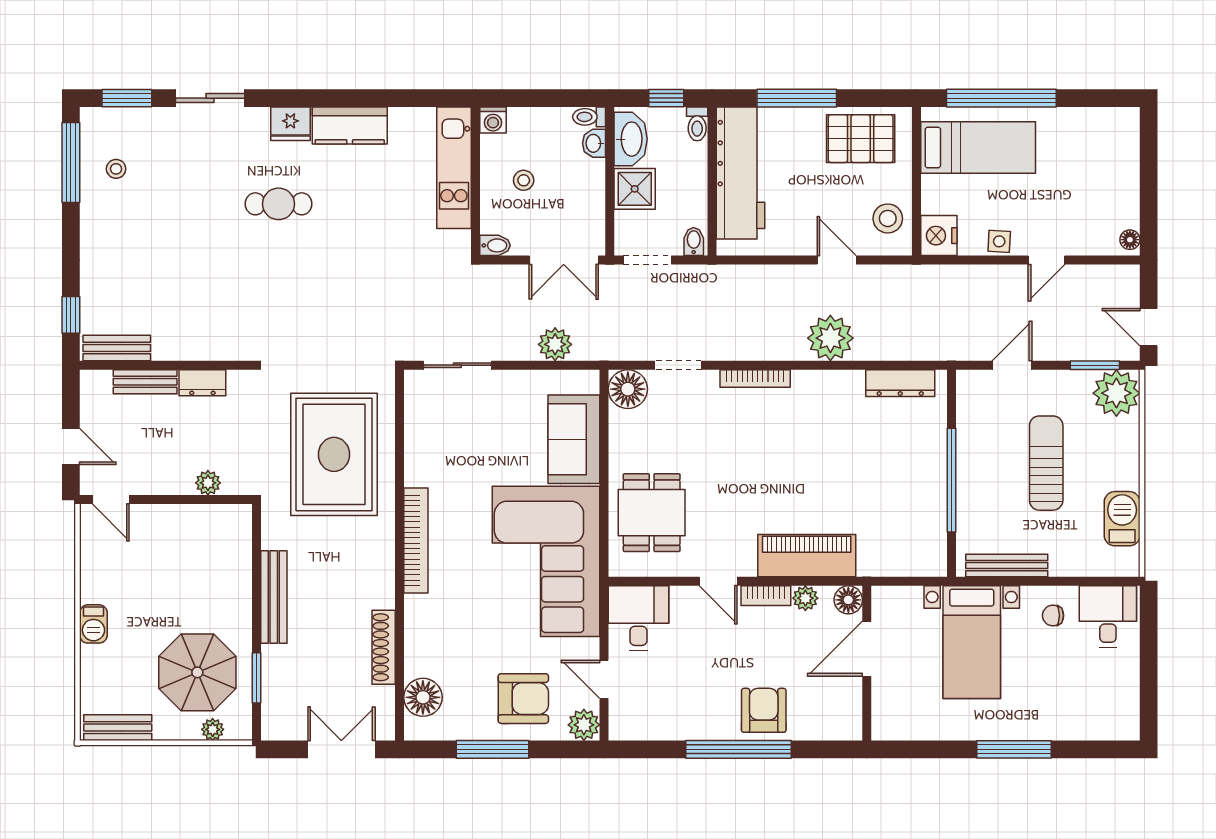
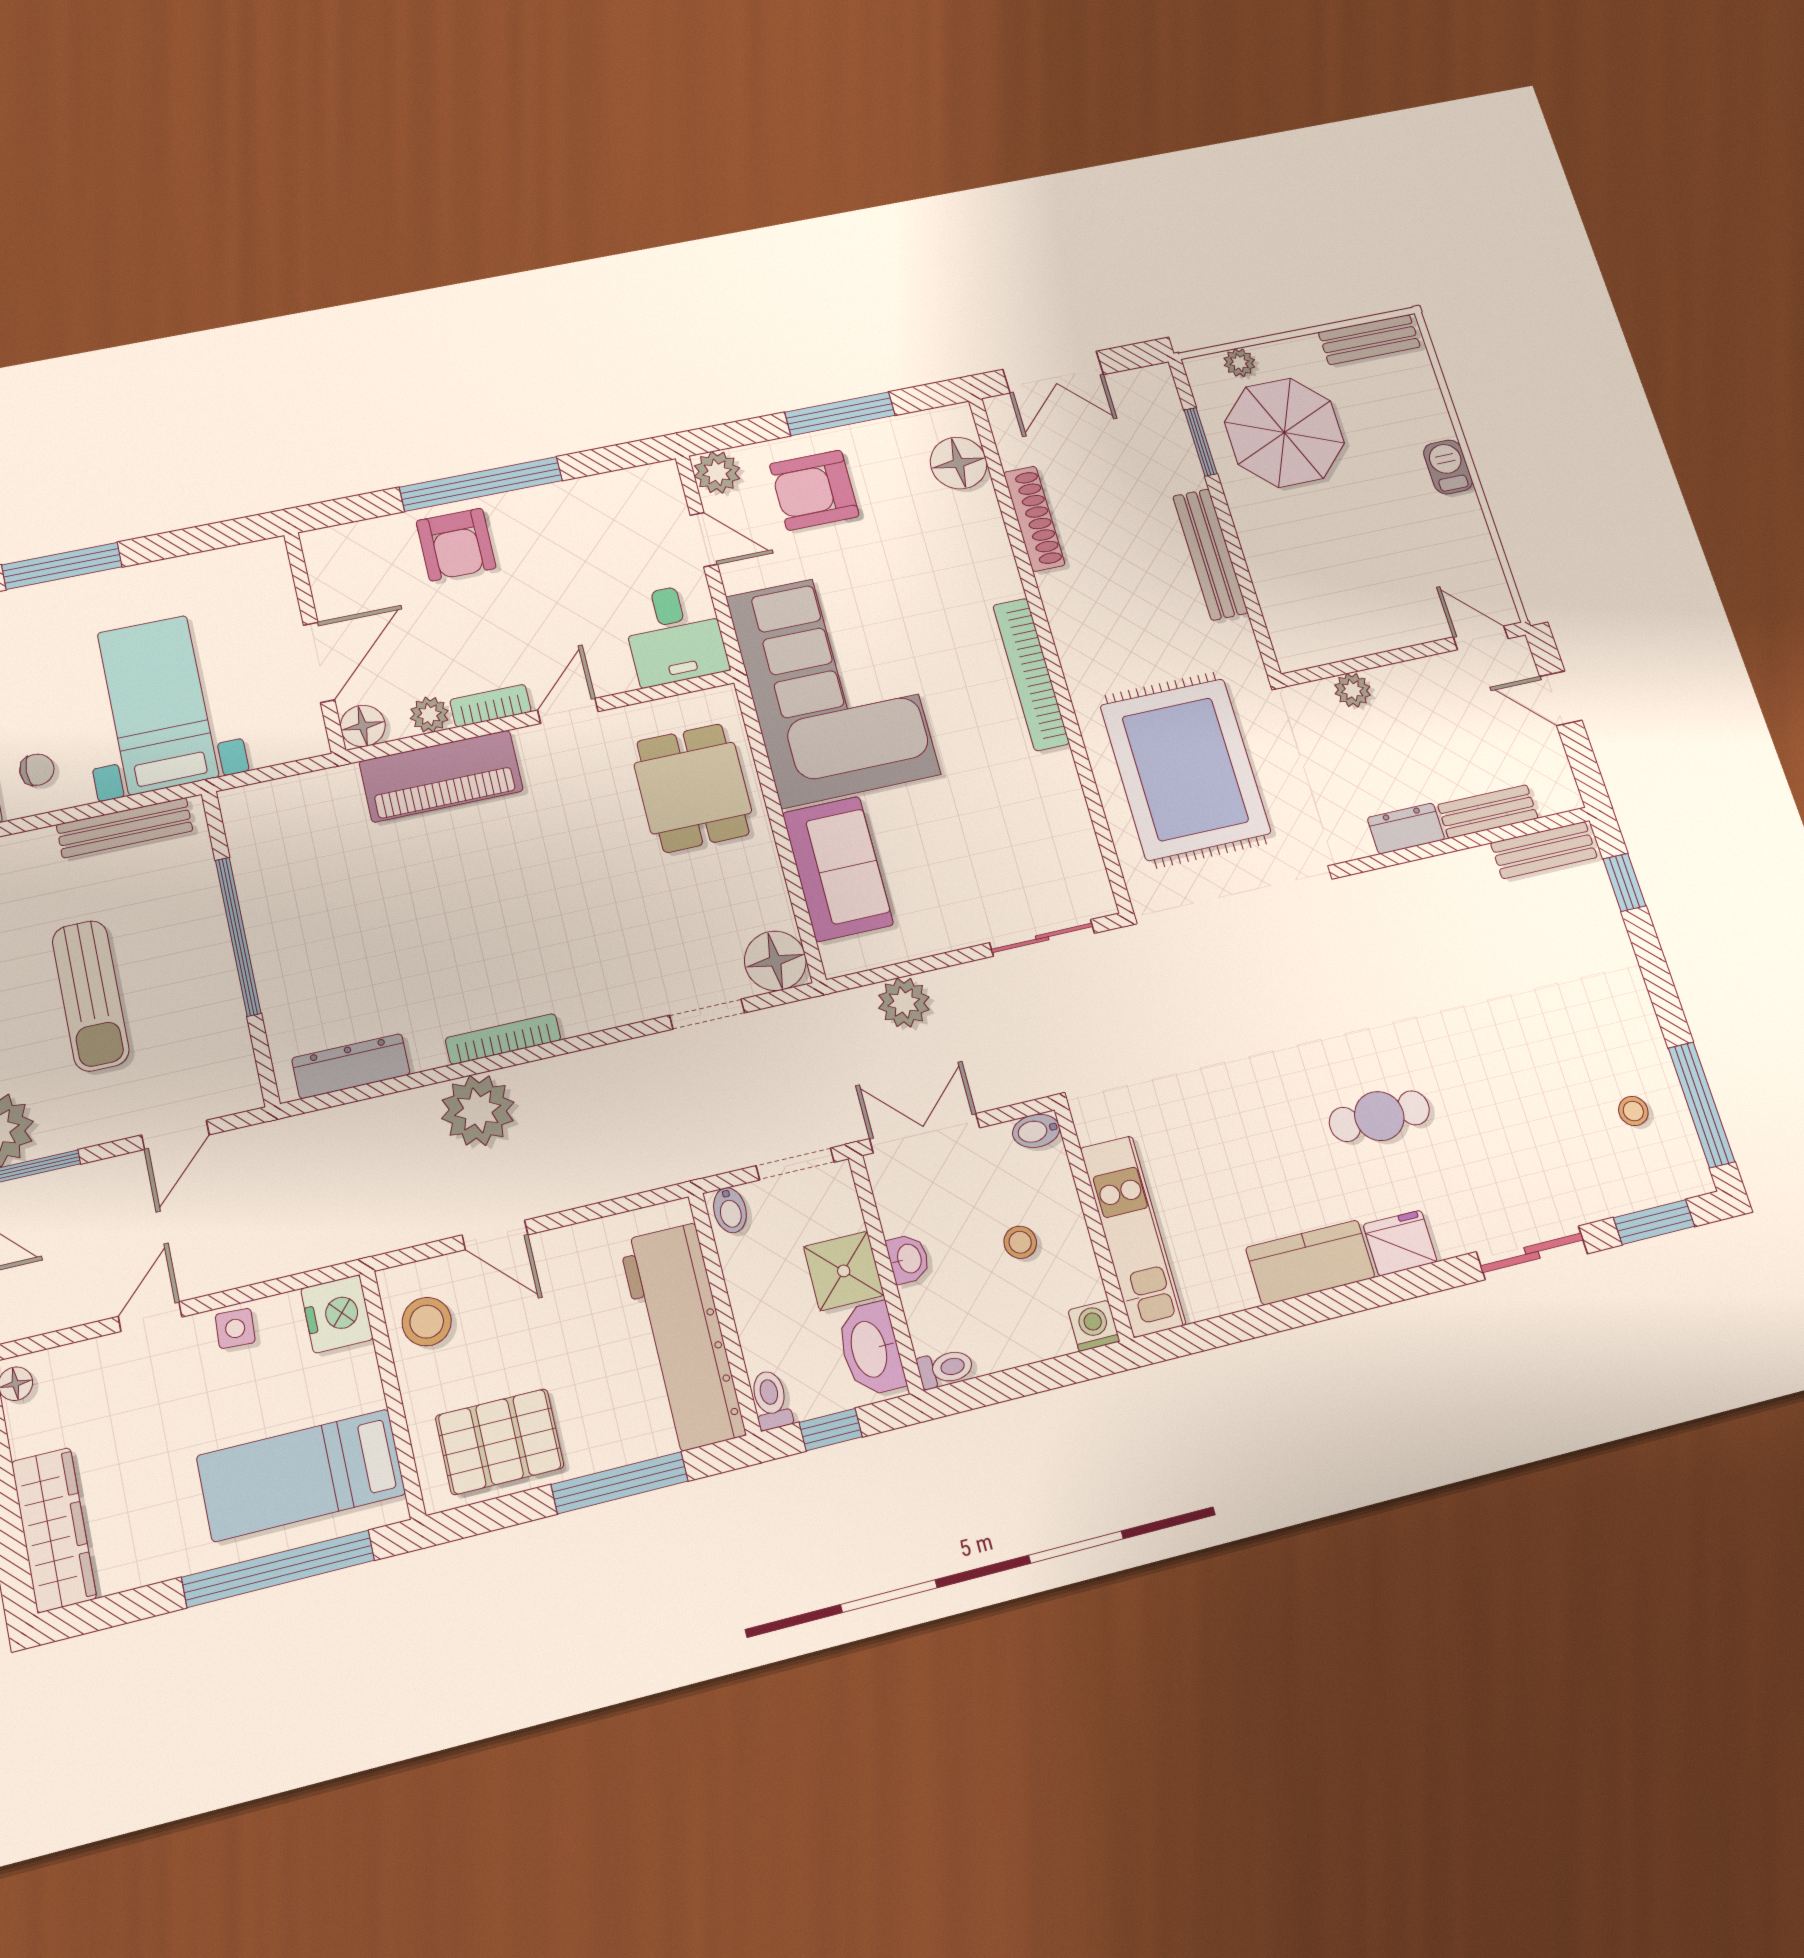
washbasin: (594, 143) -> (908, 1259), moved
wardrobe: (1123, 151) -> (54, 1530), added
bookcase: (755, 379) -> (503, 1039), moved
door: (718, 581) -> (568, 711), hinge flipped

